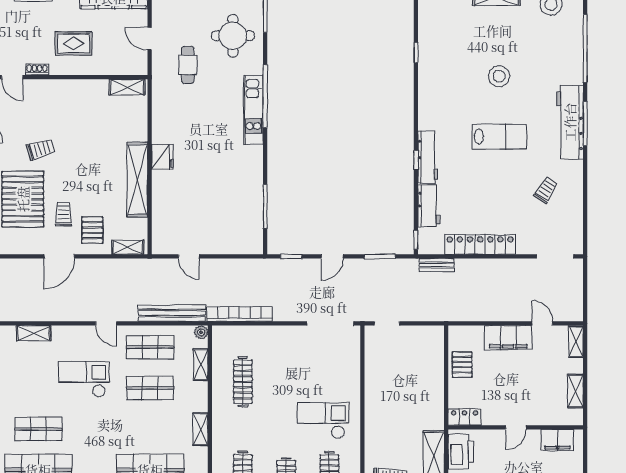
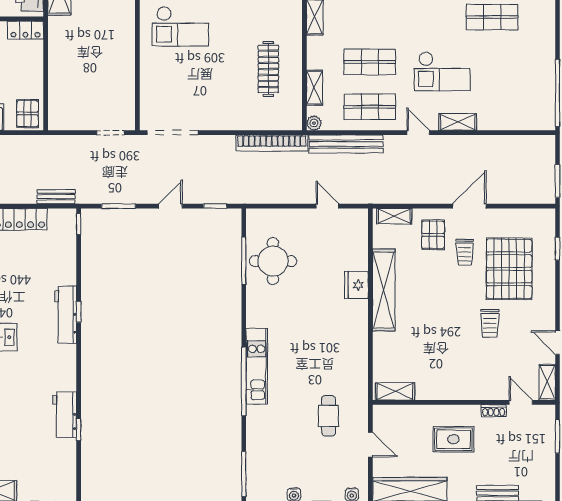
round table: (233, 36) -> (273, 261), moved
trolley: (40, 149) -> (490, 323), turned -73
fridge: (162, 157) -> (356, 285), moved
workbench: (429, 206) -> (65, 415), moved
shelving: (34, 333) -> (458, 122), moved
pallet: (462, 365) -> (27, 114), moved

